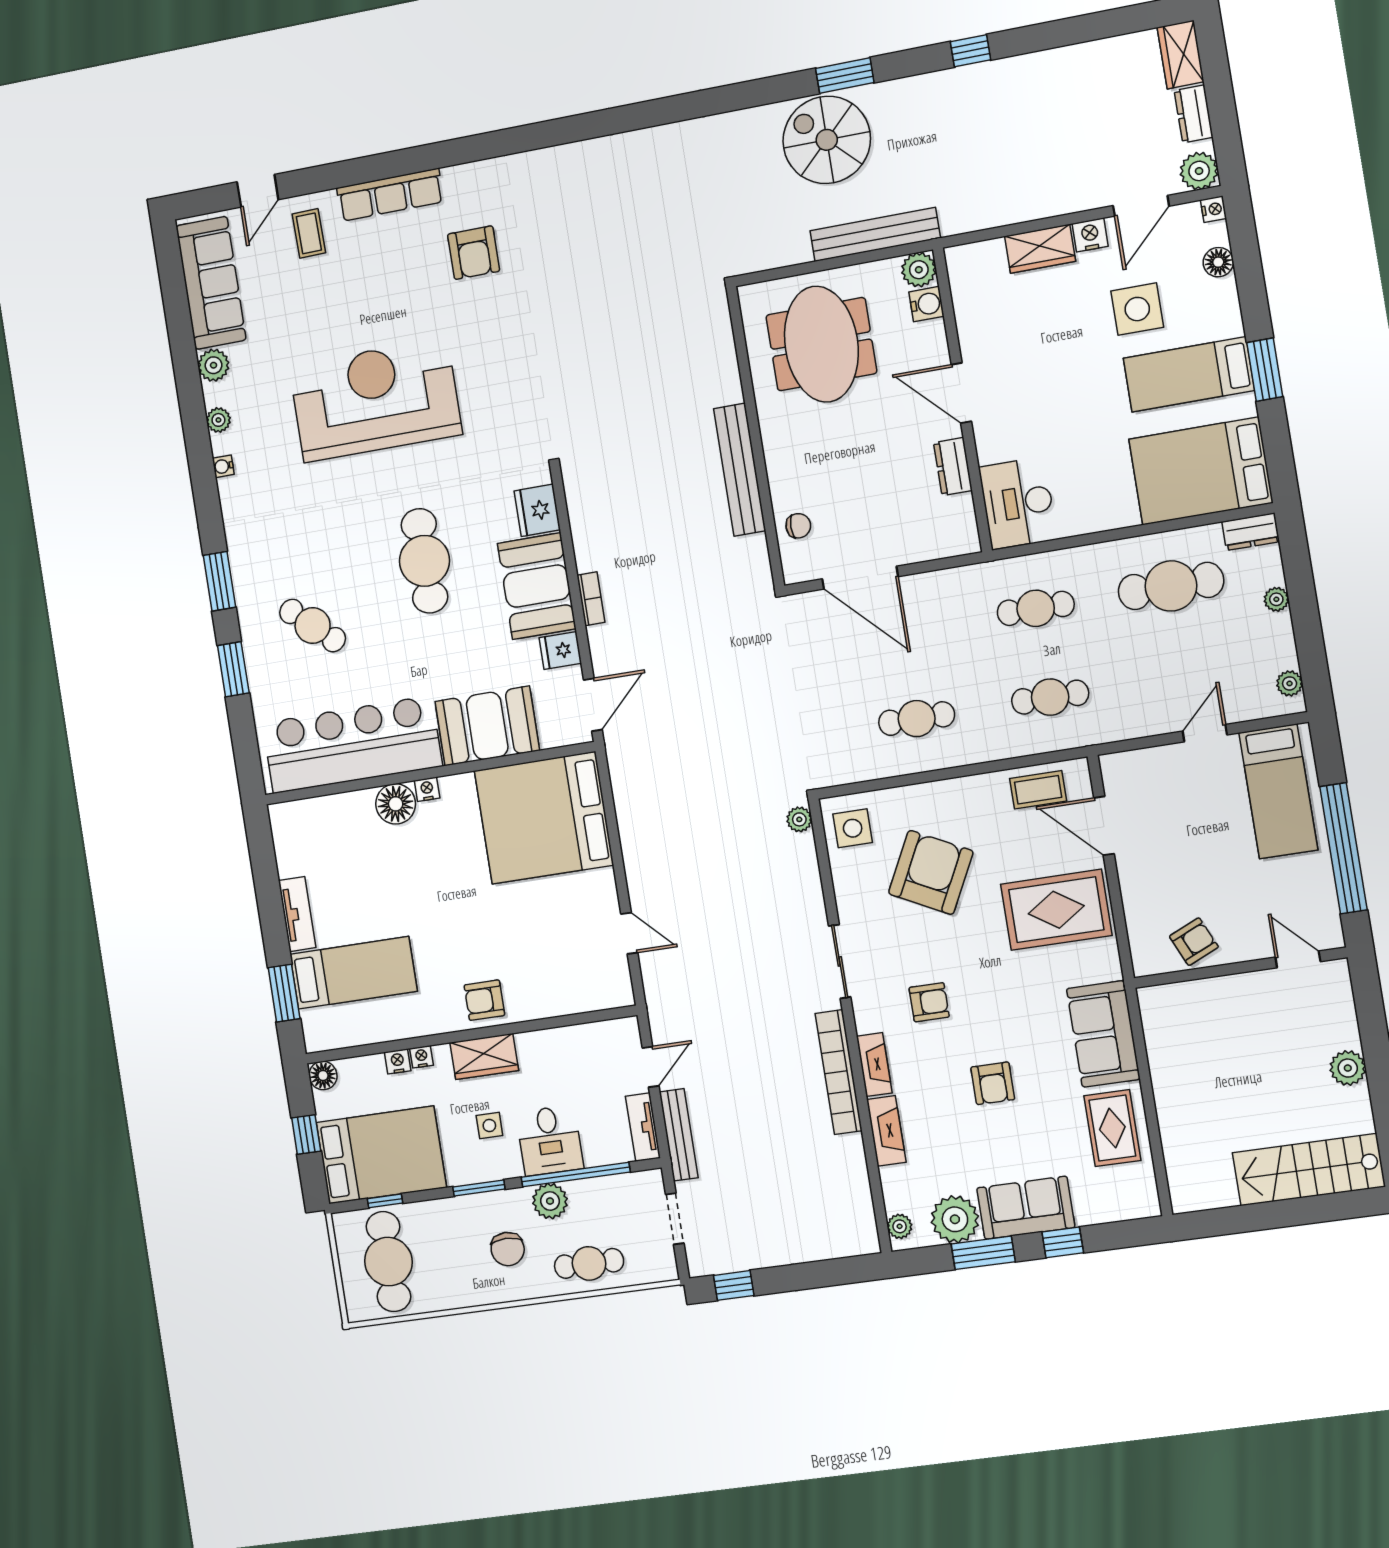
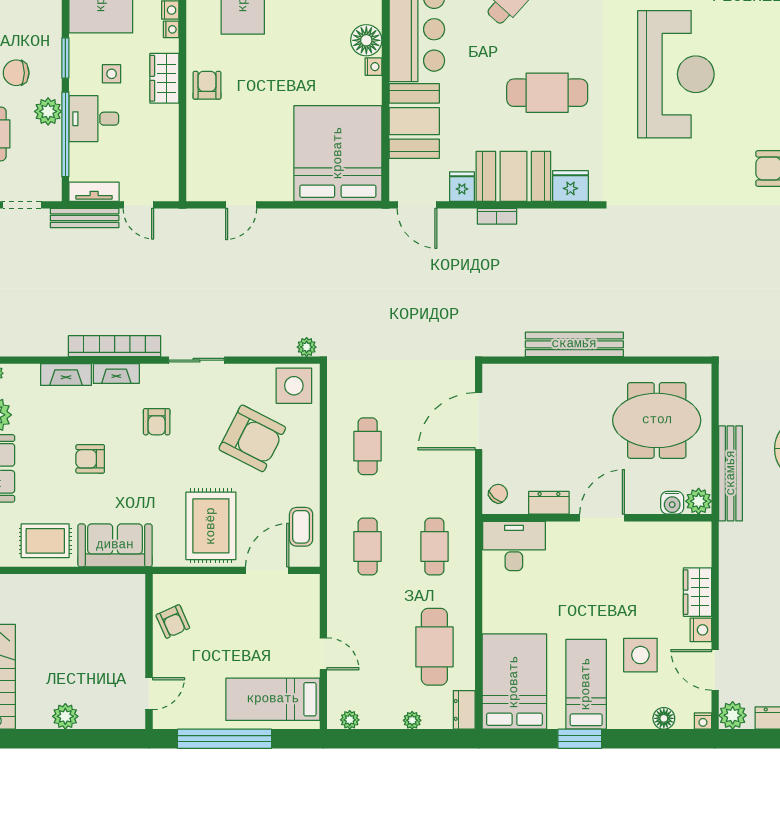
chair: (798, 526) -> (498, 494), moved, turned -139
side table: (853, 828) -> (294, 386), width x1.37, depth x1.37

